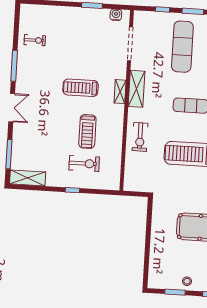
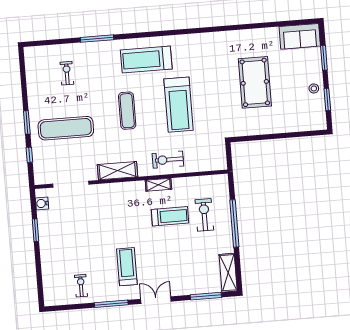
treadmill: (81, 88) -> (127, 267), moved, turned 180
shelving: (120, 92) -> (158, 185), moved
exercise bike: (140, 137) -> (168, 160), turned 180
window: (72, 190) -> (234, 223), width x3.17

